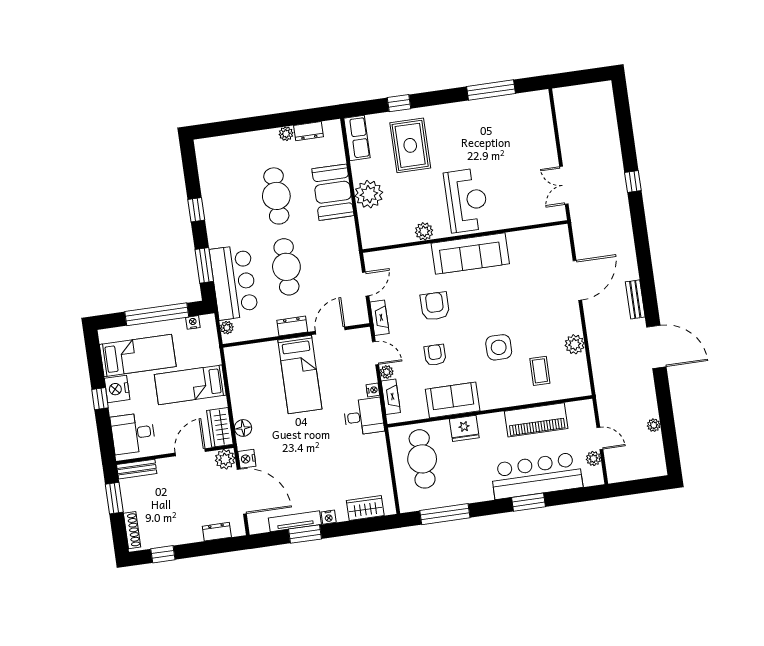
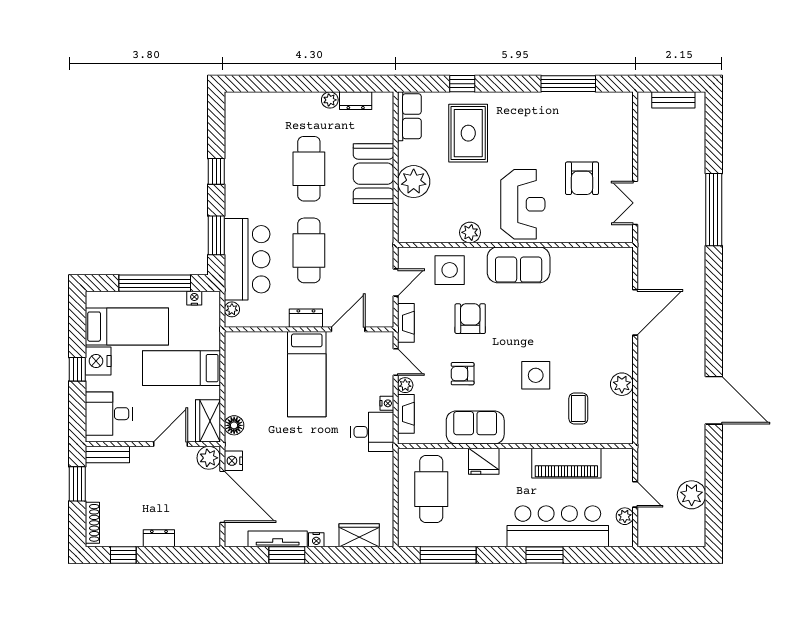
armchair: (515, 171) -> (582, 178), added
window: (633, 181) -> (714, 210), width x3.17
sofa: (470, 254) -> (519, 265), width x0.73
side table: (411, 267) -> (450, 270), added
bench: (635, 299) -> (673, 100), moved, turned 90
armchair: (435, 355) -> (463, 374), turned -90
plant: (654, 425) -> (692, 495), width x1.88, depth x1.88
dresser: (217, 532) -> (159, 538), moved

